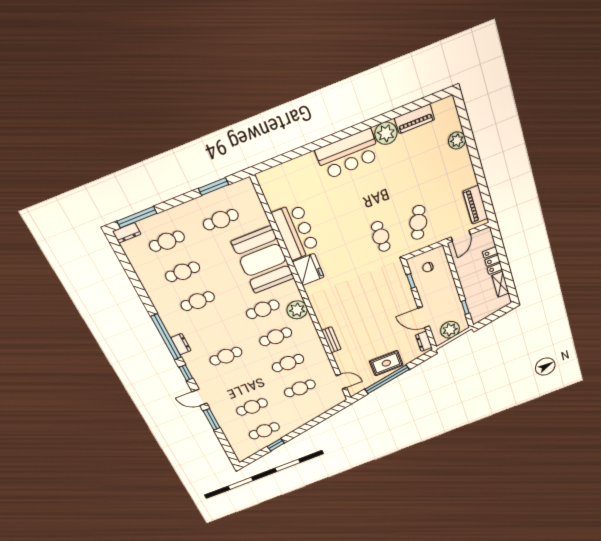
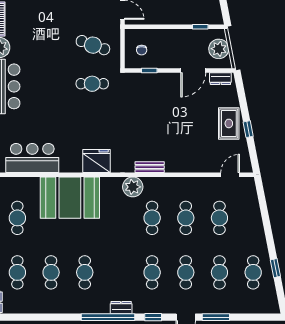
bar counter: (296, 232) -> (32, 158), moved
cafe table: (263, 309) -> (186, 272), moved
bench: (331, 340) -> (150, 167), moved
window: (387, 379) -> (248, 129), width x0.32

